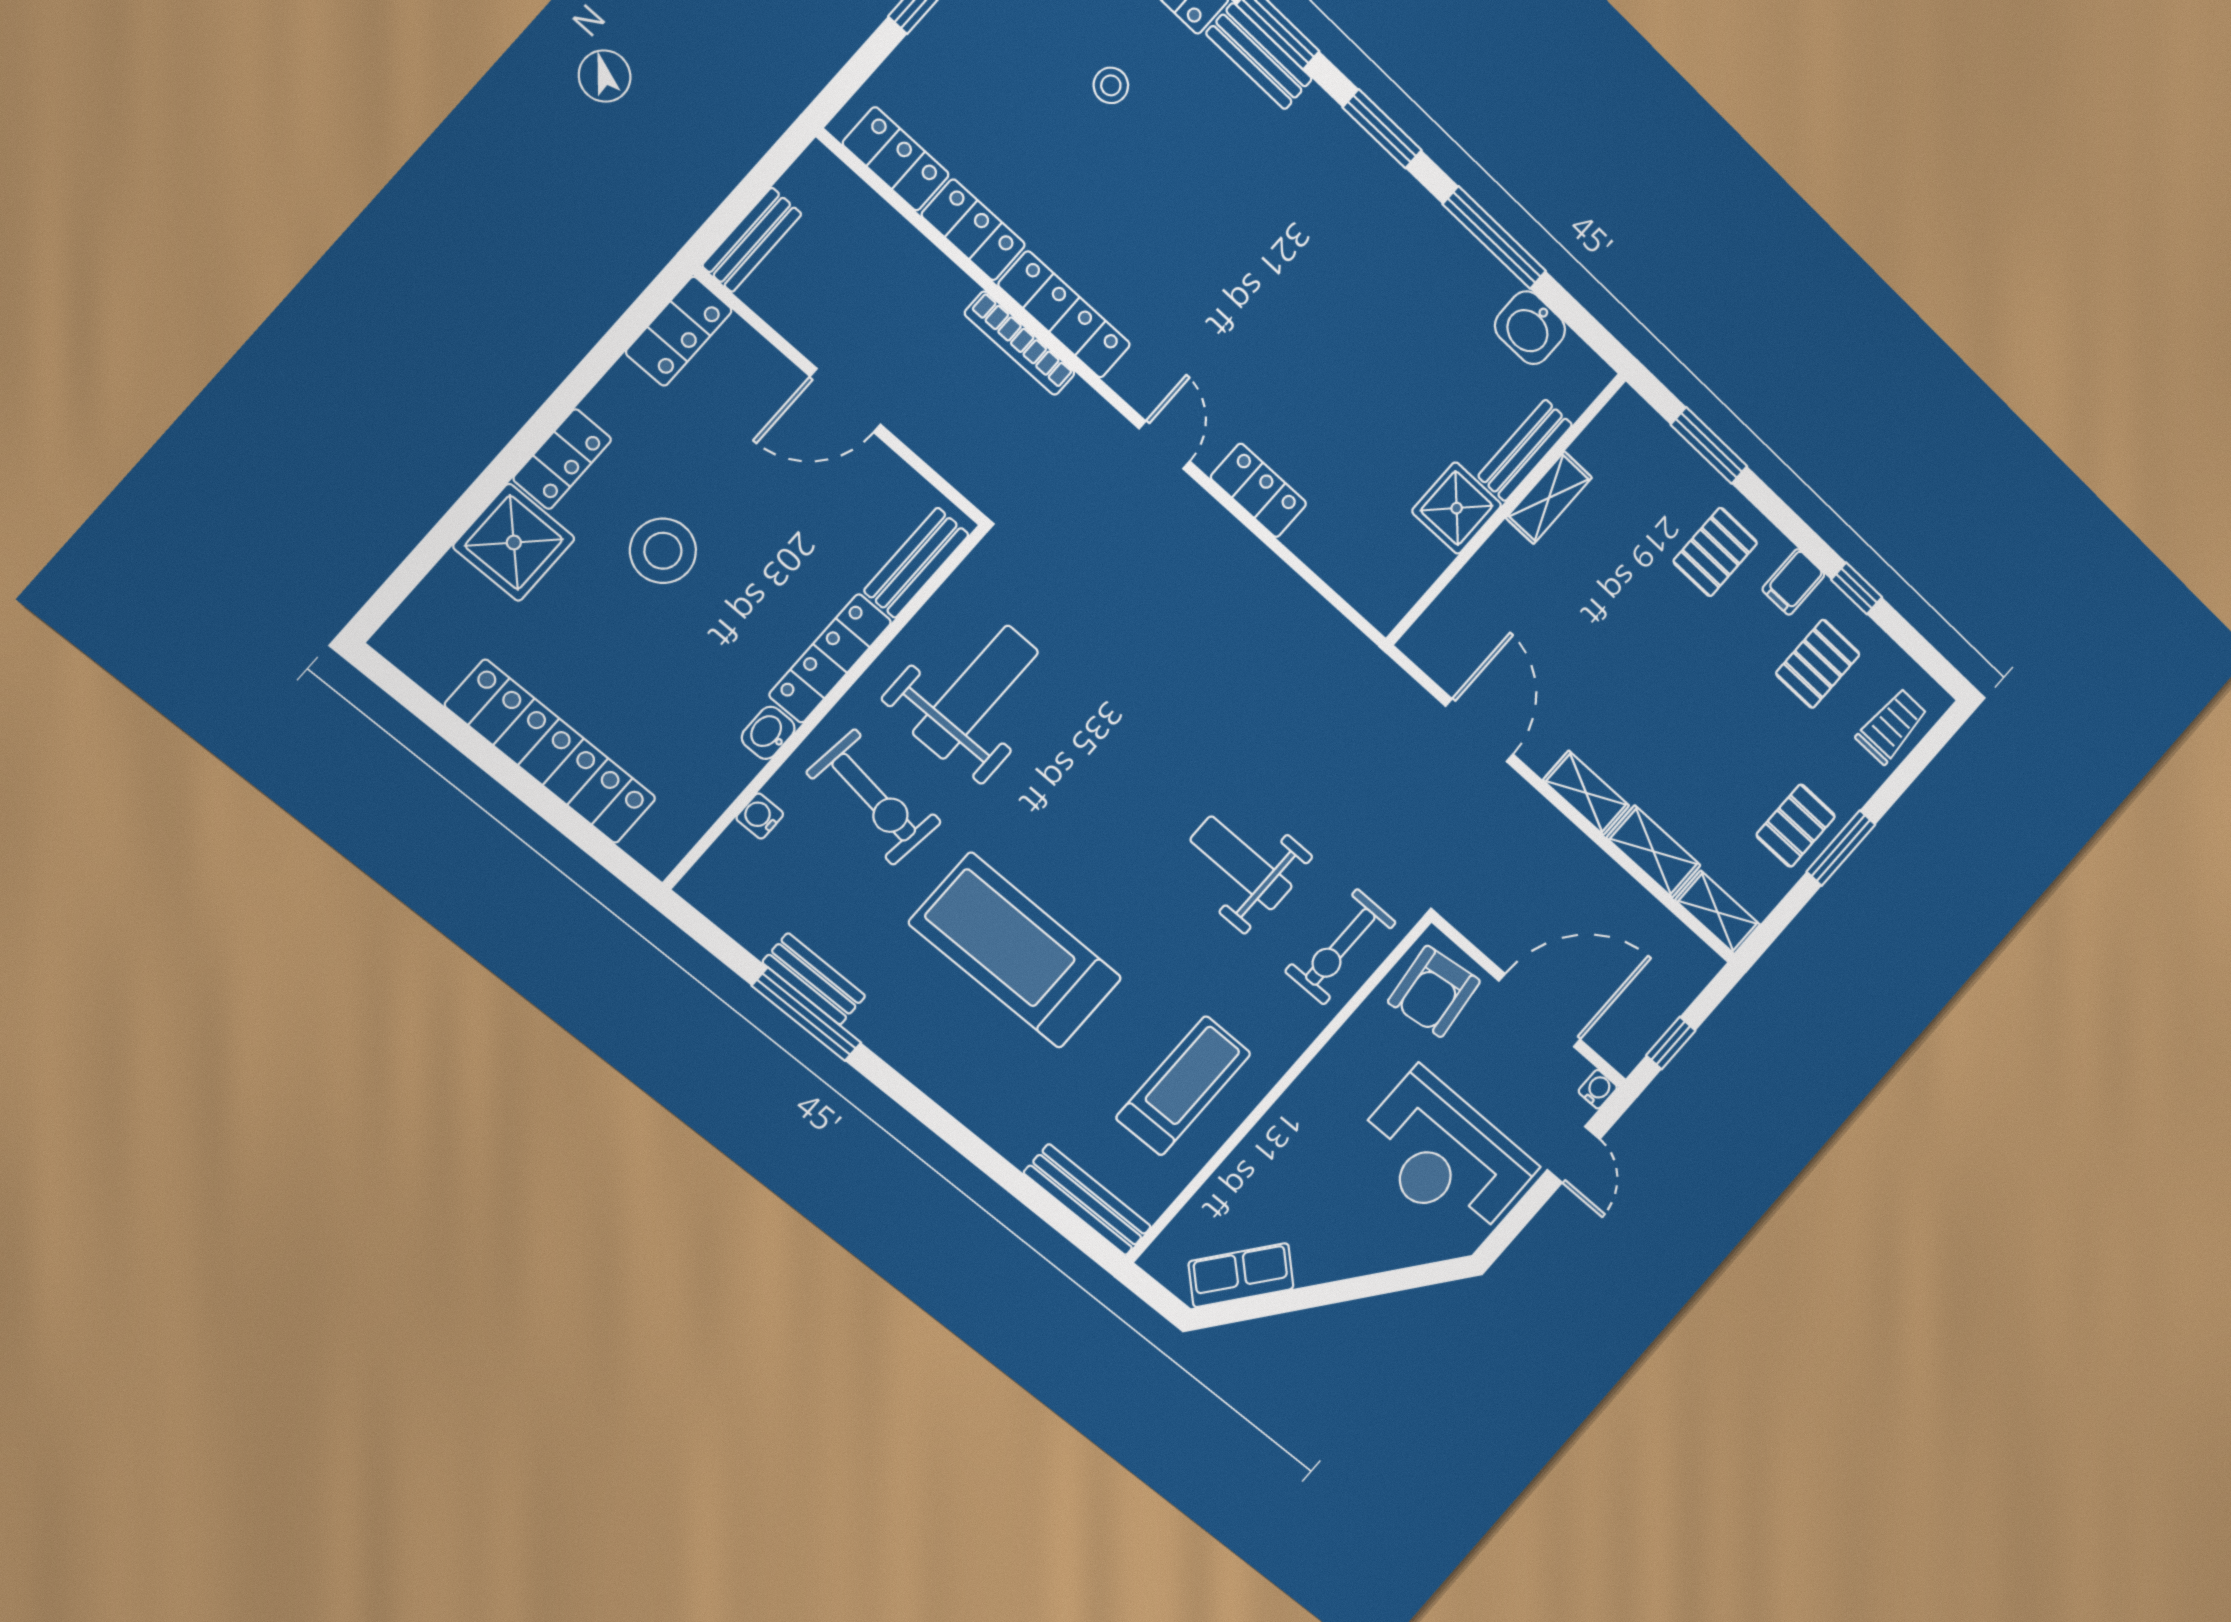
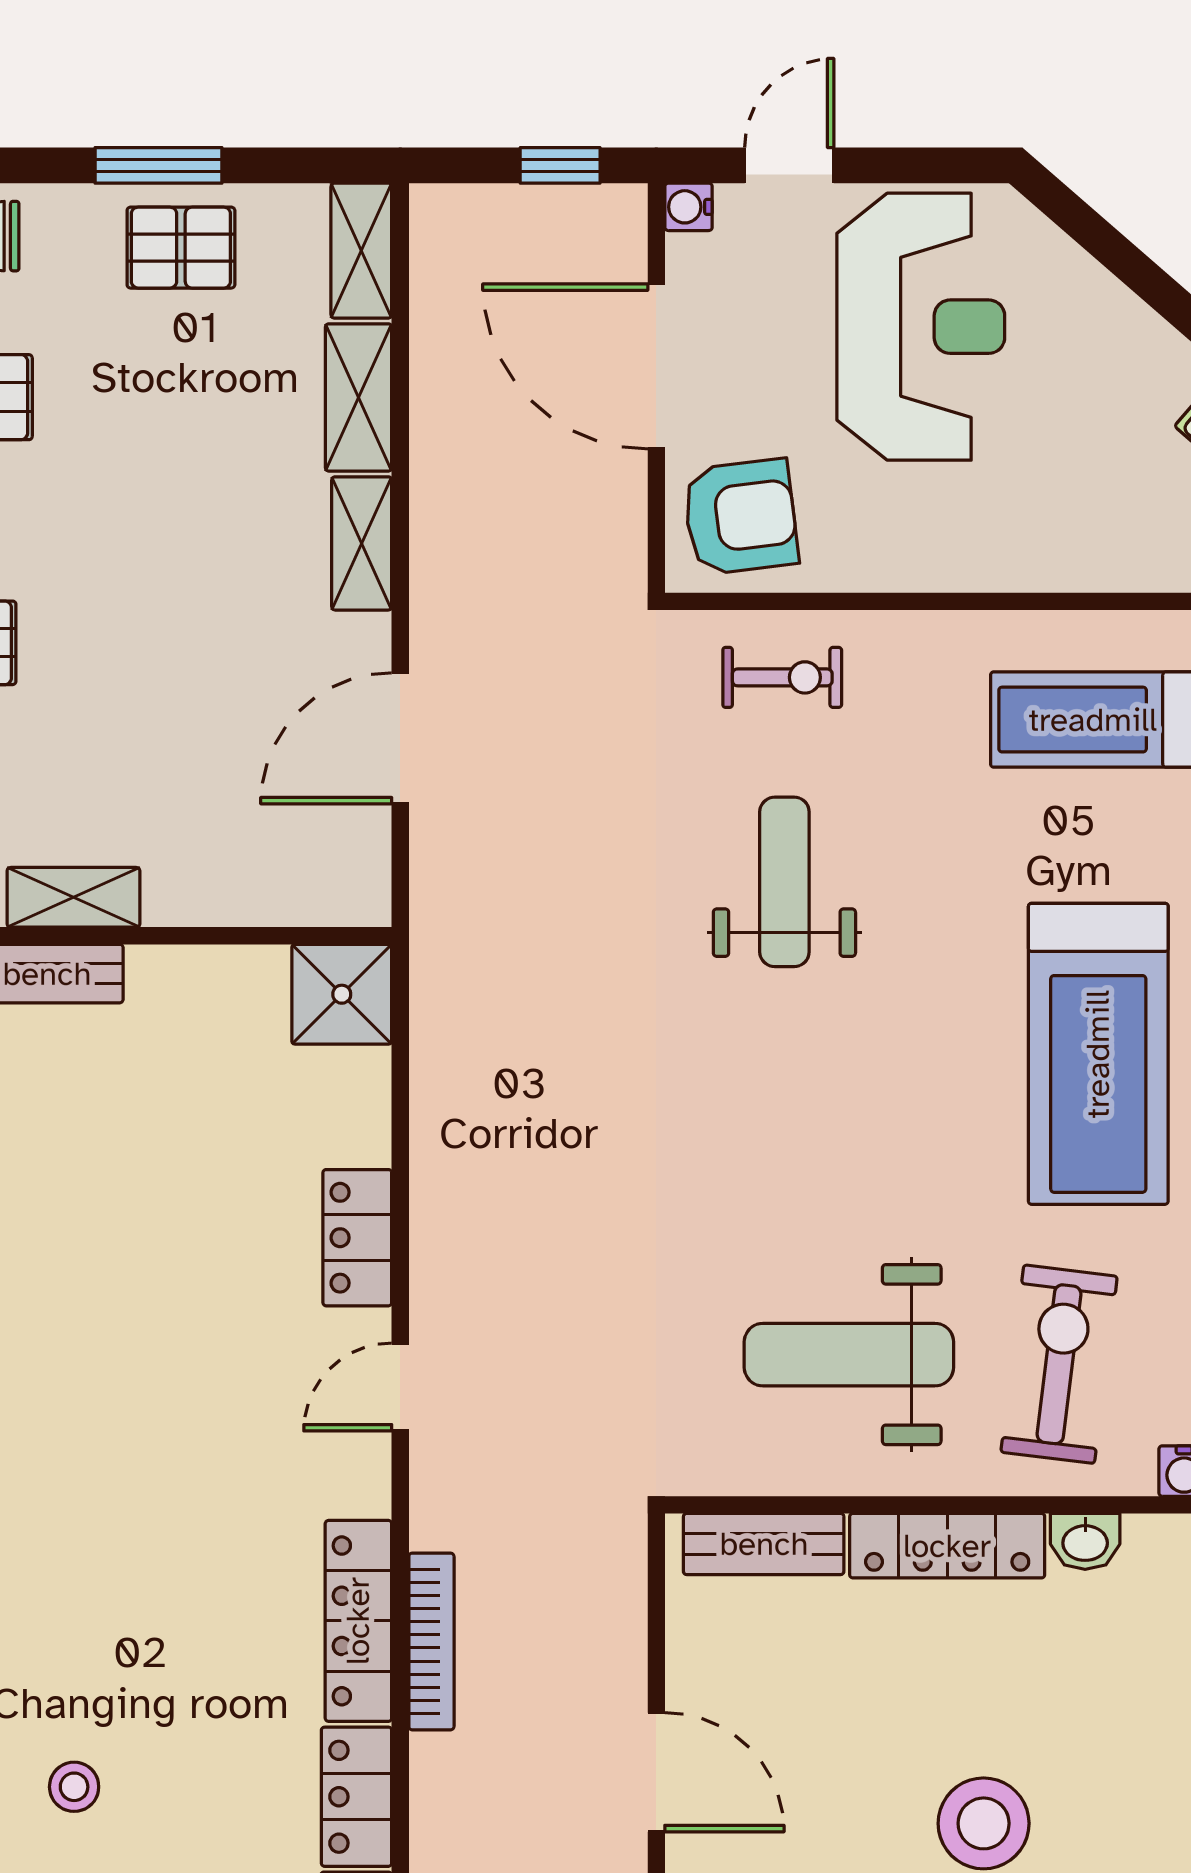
shower: (1457, 508) -> (342, 994), moved
weight bench: (1241, 863) -> (784, 882), turned 180
exercise bike: (1340, 947) -> (782, 677), width x0.73, depth x0.72

